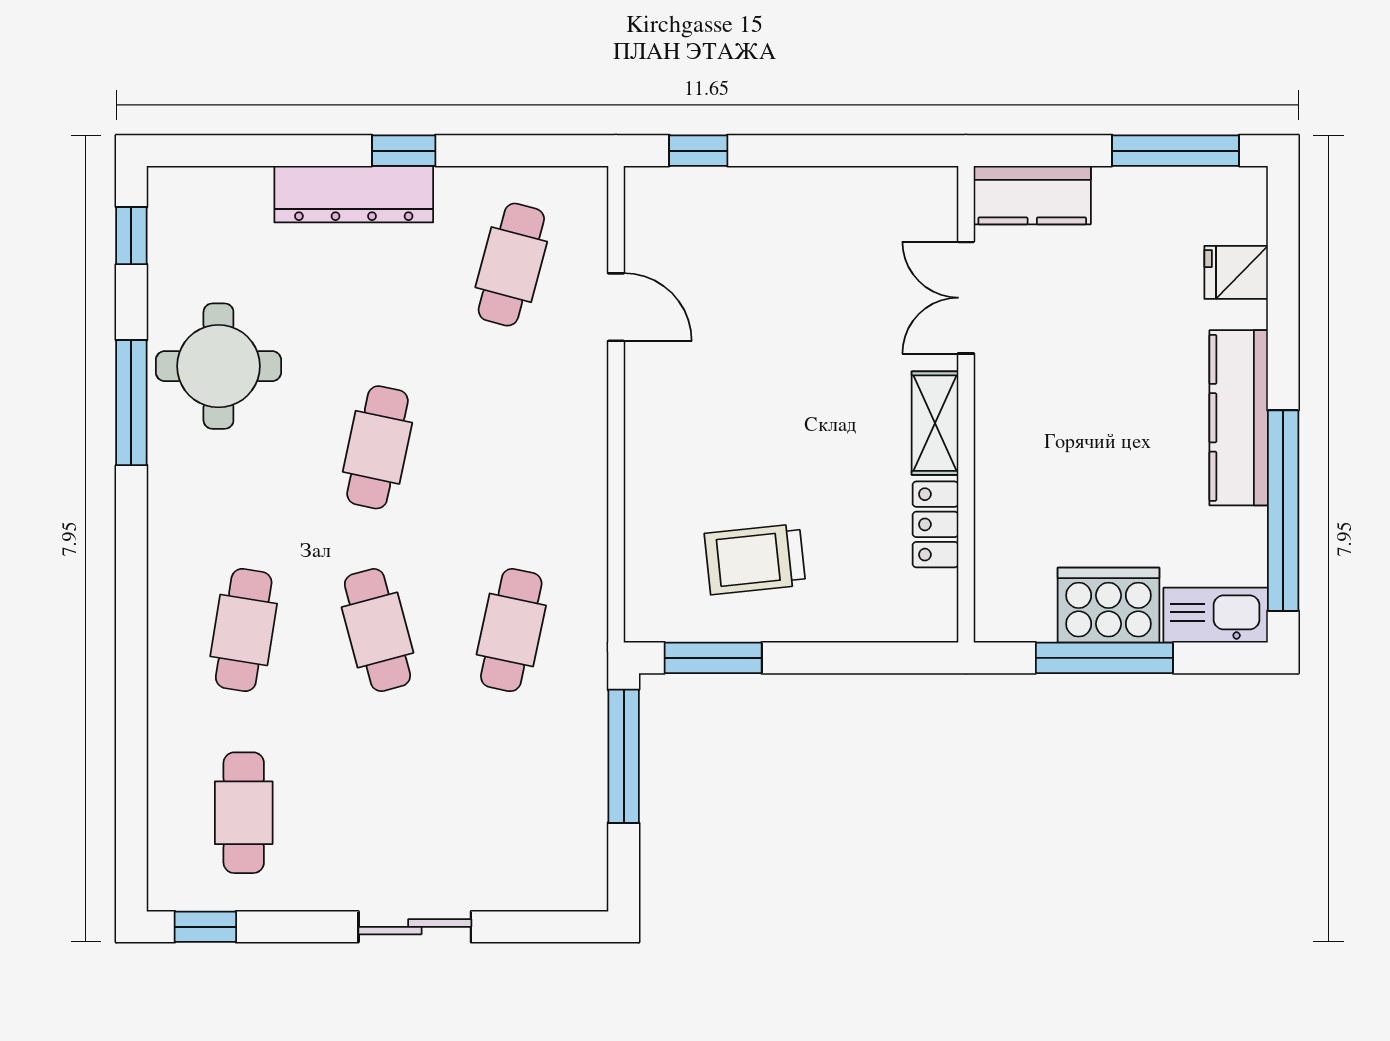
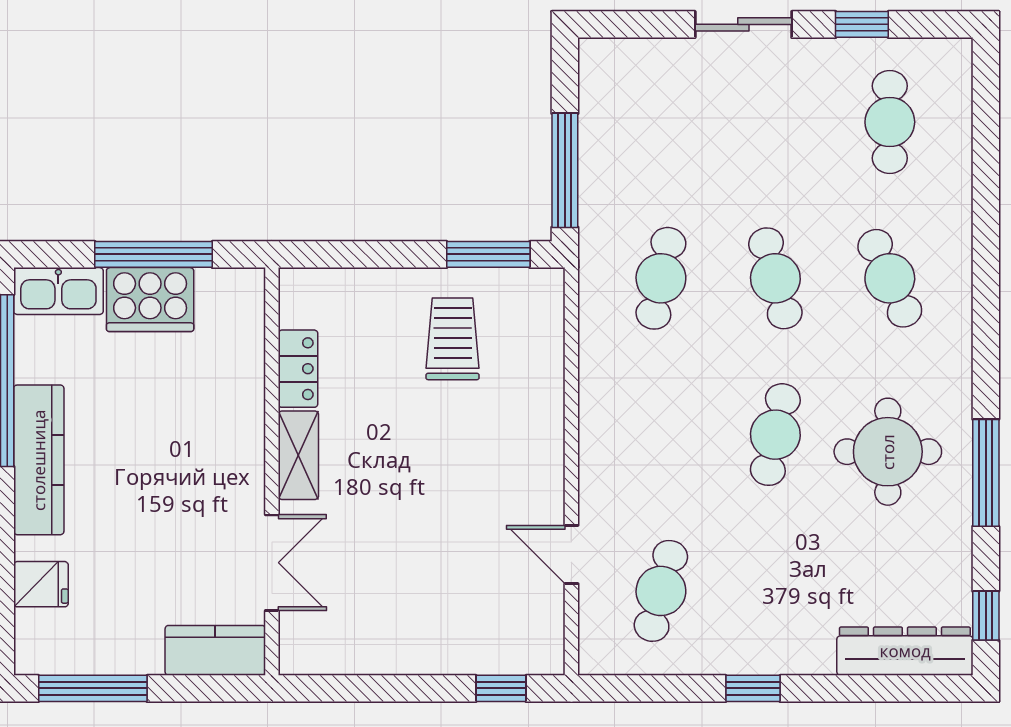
dresser: (354, 194) -> (905, 651), moved
round table: (218, 366) -> (888, 452), moved
trolley: (755, 559) -> (453, 339), turned -84
cafe table: (244, 630) -> (890, 278), turned -33
window: (205, 927) -> (862, 24), moved

